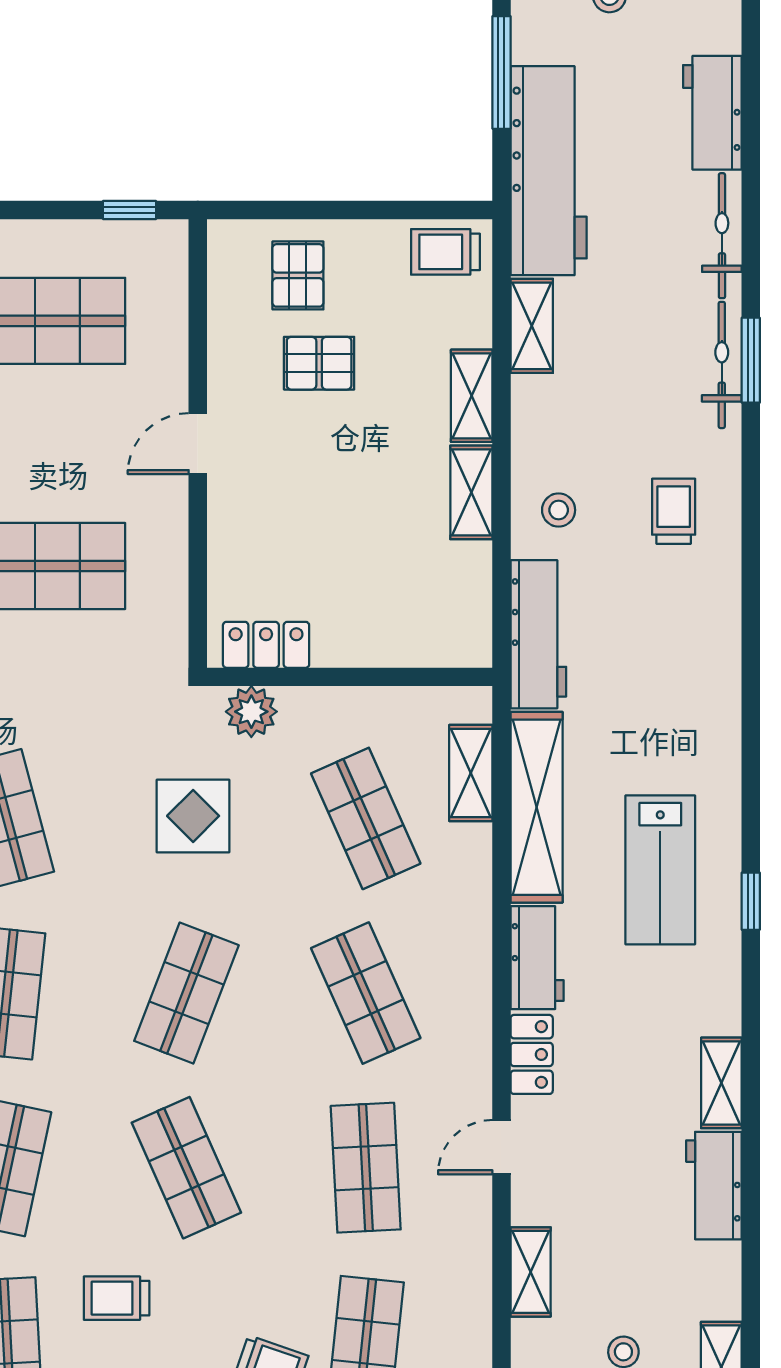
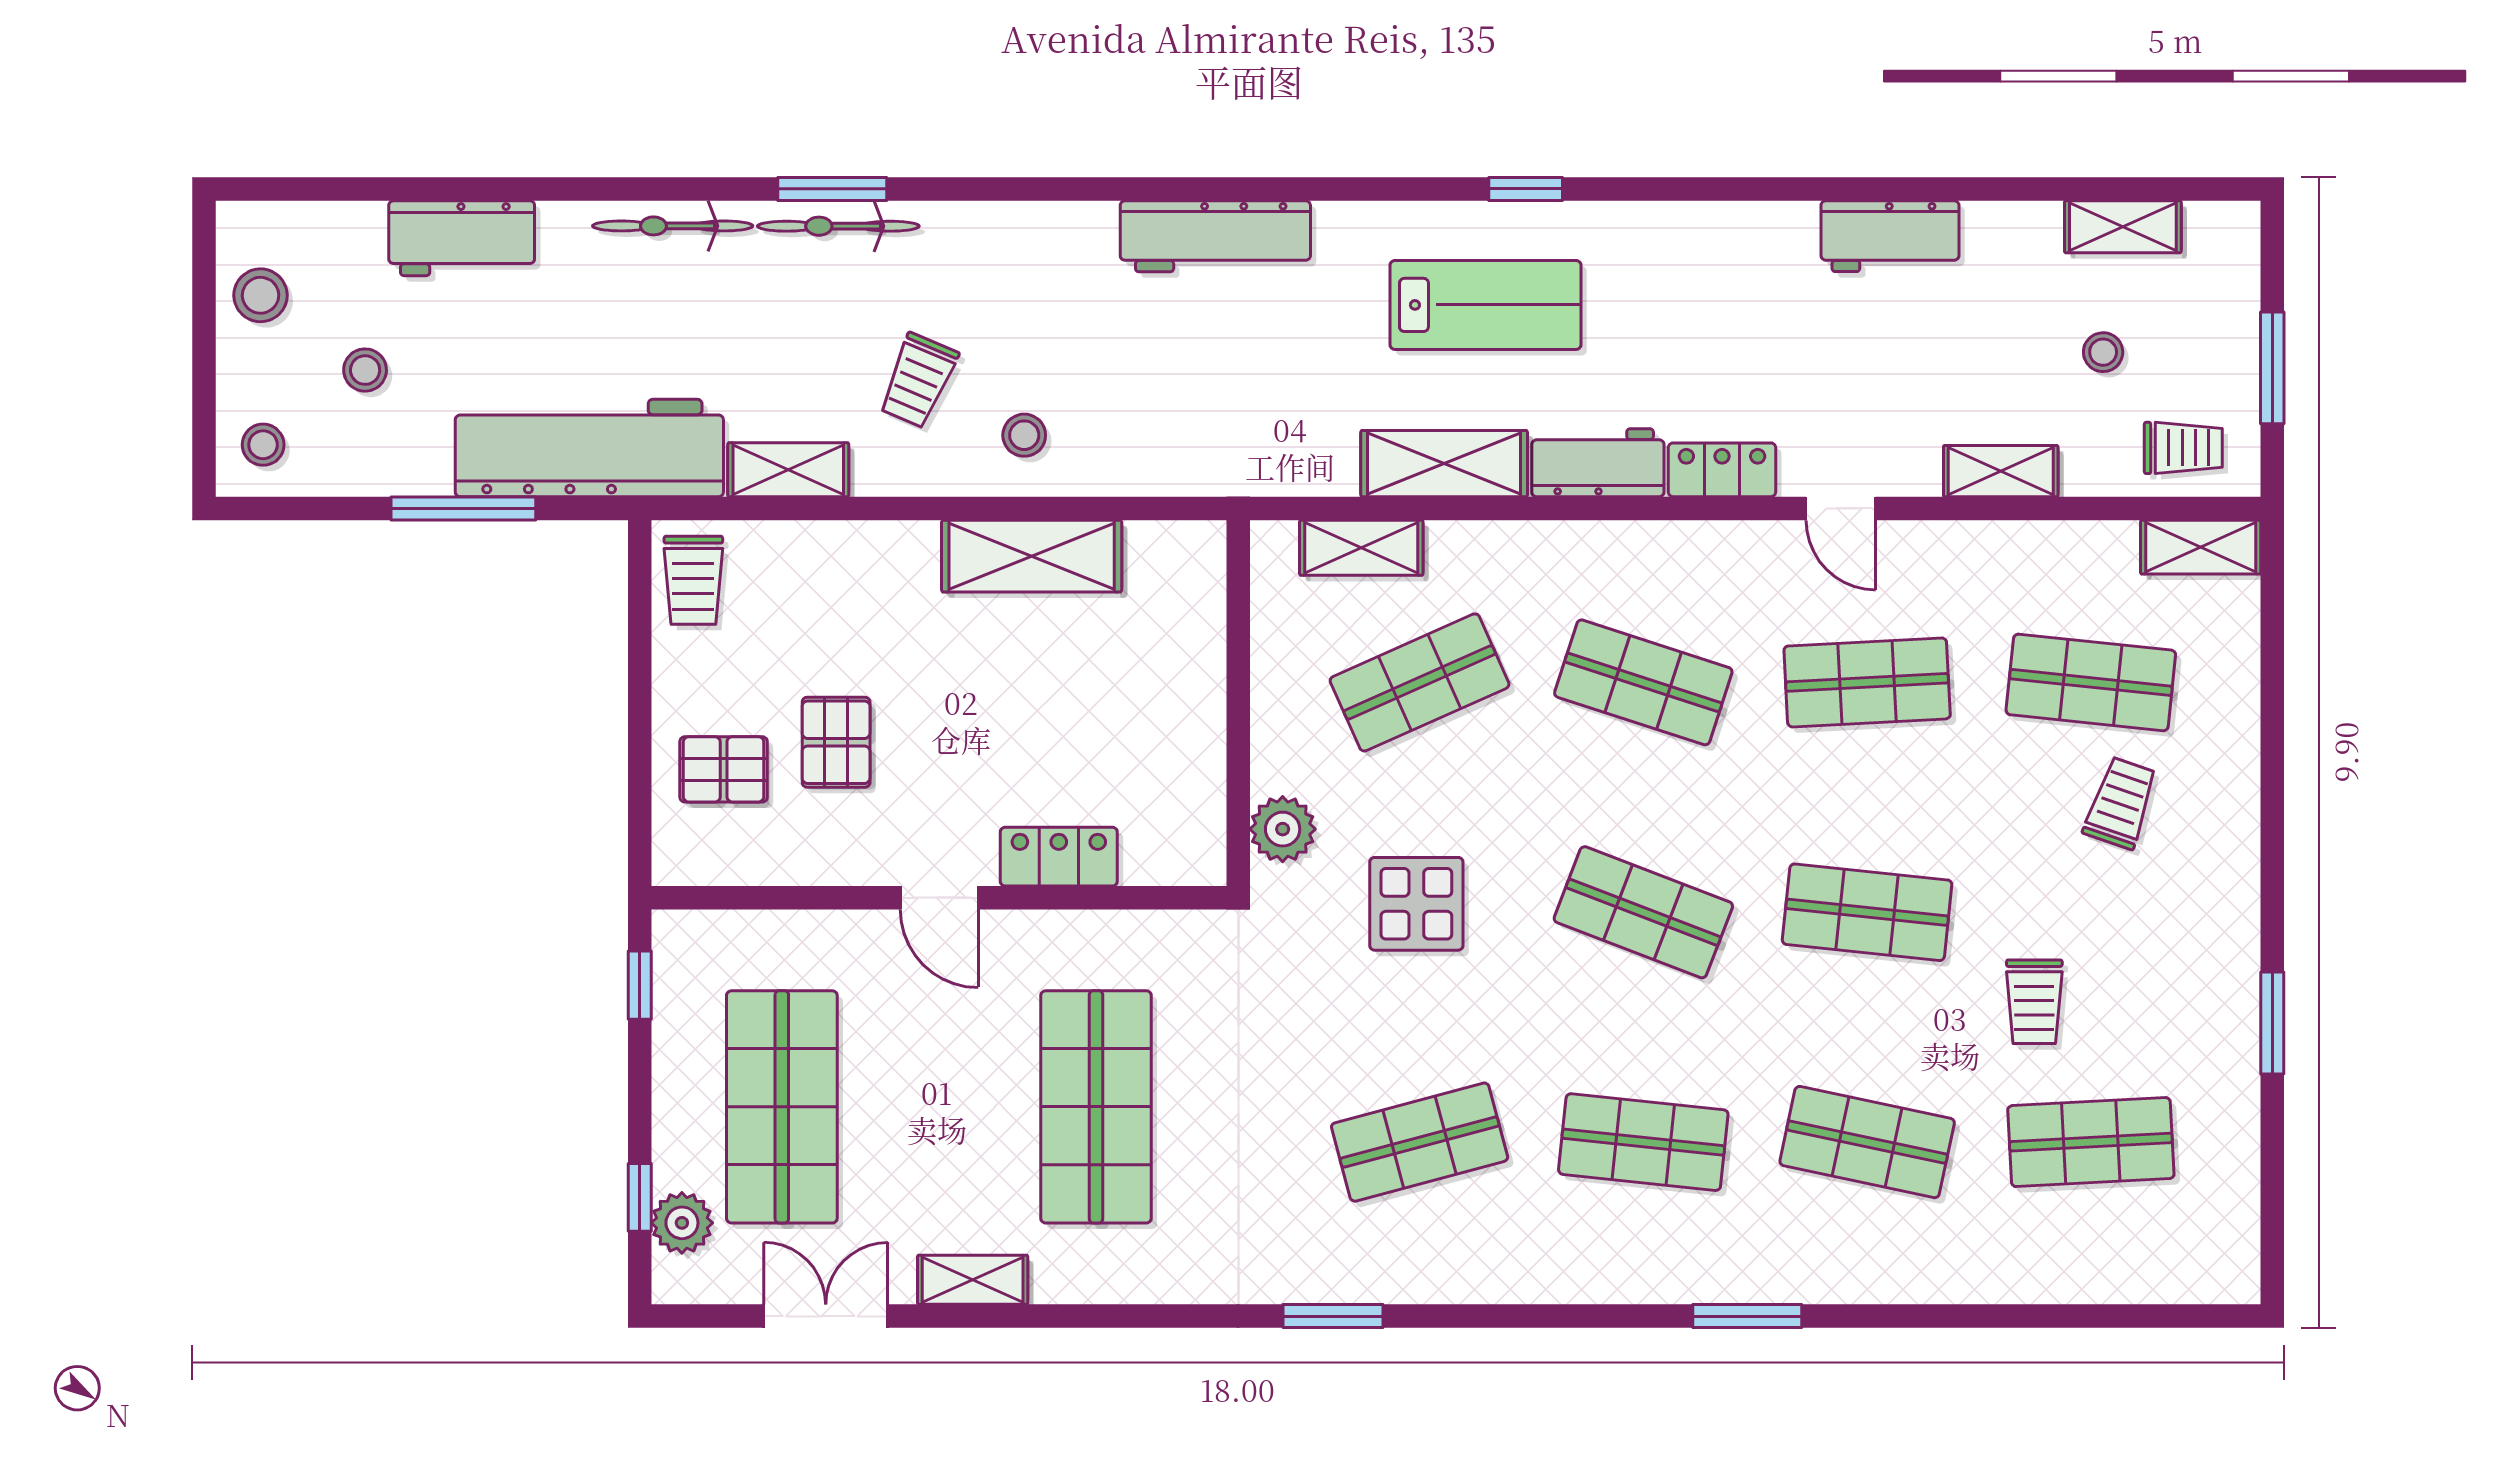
workbench: (712, 113) -> (462, 238), moved
shelving: (472, 396) -> (878, 547), removed
shelving: (471, 492) -> (1032, 556), width x1.50, depth x1.33
trolley: (674, 511) -> (918, 381), moved, turned -67
workbench: (538, 634) -> (1215, 236), moved, turned 180
locker: (266, 645) -> (1059, 857), moved, turned 90
shelving: (537, 807) -> (1444, 464), width x0.68
shop shelf: (366, 993) -> (1643, 682), turned 42
shelving: (721, 1083) -> (1758, 227), removed
shop shelf: (186, 1168) -> (1867, 912), turned 30

